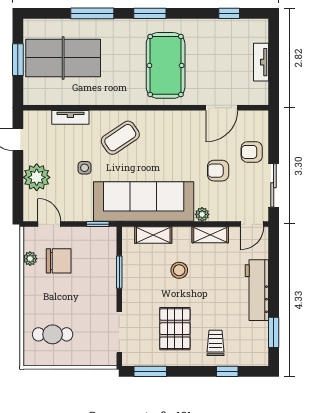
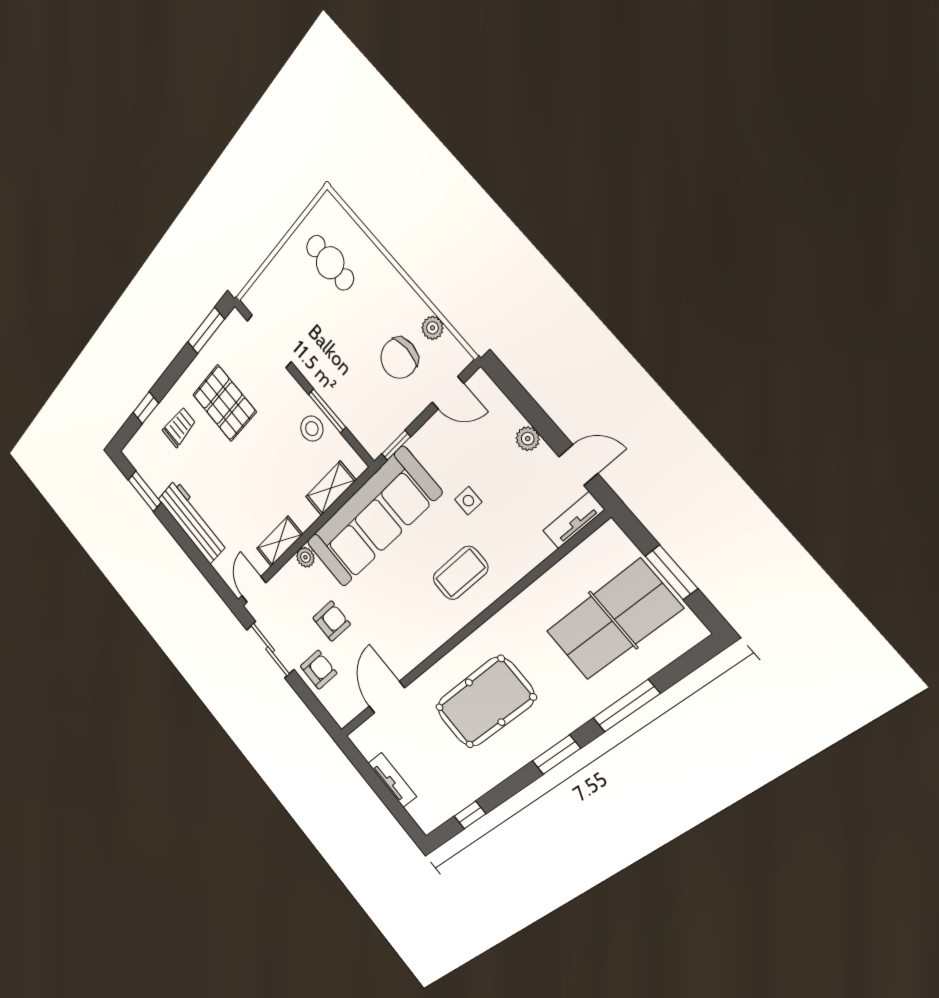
pool table: (166, 65) -> (485, 702), turned 90
tv unit: (70, 117) -> (574, 520), moved
coffee table: (120, 138) -> (460, 573), turned 34
plant: (37, 177) -> (528, 439), width x0.53, depth x0.53
stool: (179, 270) -> (312, 429), moved
cafe table: (53, 334) -> (330, 263), turned 90
trolley: (216, 343) -> (179, 427), turned -90

